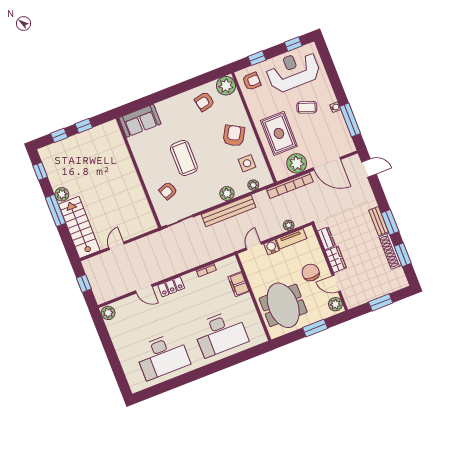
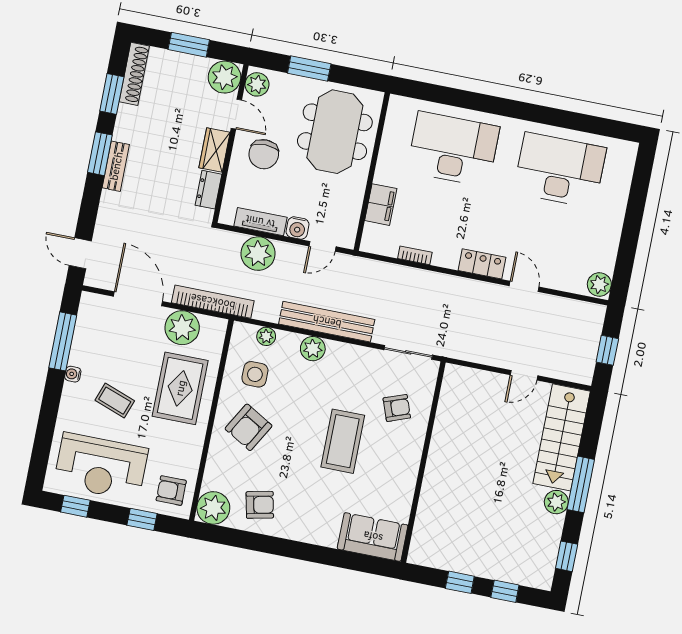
plant: (289, 225) -> (258, 254), width x1.87, depth x1.87
shoe rack: (390, 251) -> (134, 74), moved
plant: (353, 298) -> (225, 77), added

